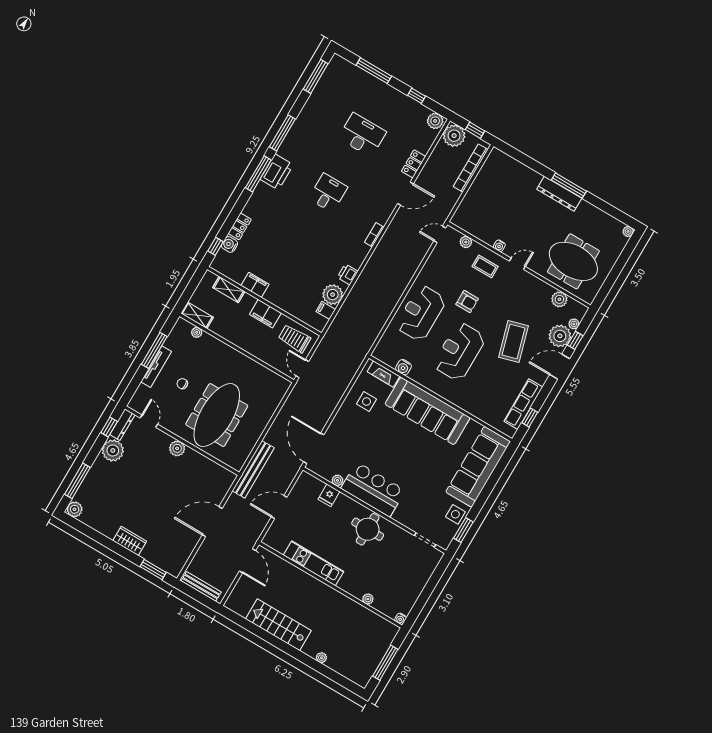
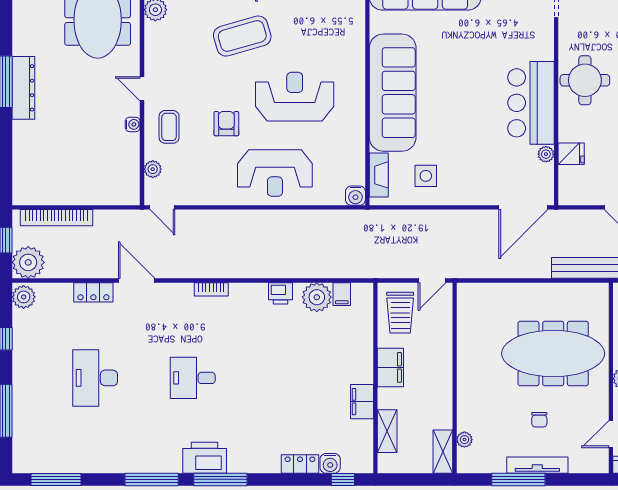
reception desk: (459, 351) -> (295, 97), turned 180
water cooler: (403, 367) -> (355, 196), moved, turned 90

